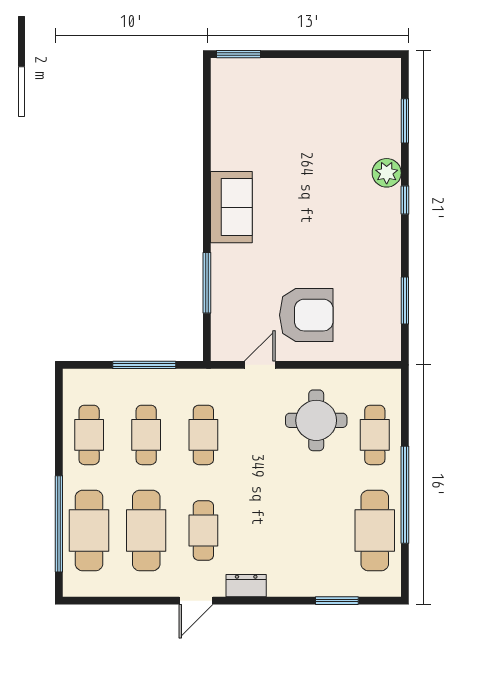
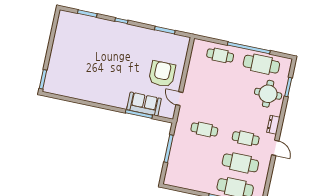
plant: (387, 173) -> (108, 26), removed
sofa: (231, 207) -> (144, 104), moved
round table: (316, 420) -> (268, 94), moved
cafe table: (89, 435) -> (194, 179), removed
cafe table: (146, 435) -> (199, 154), removed

